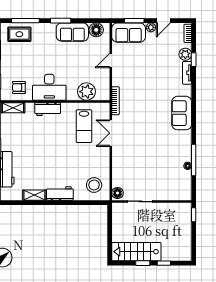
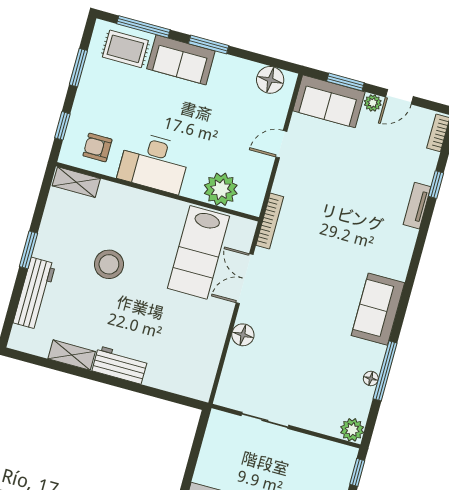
sofa: (72, 32) -> (181, 60), moved
plant: (185, 54) -> (352, 430), moved
workbench: (48, 109) -> (140, 202), removed
sofa: (182, 113) -> (378, 309), moved
lab bench: (84, 126) -> (199, 252), width x1.36, depth x1.39
stool: (94, 185) -> (109, 264), moved
floor lamp: (117, 193) -> (243, 335), moved

